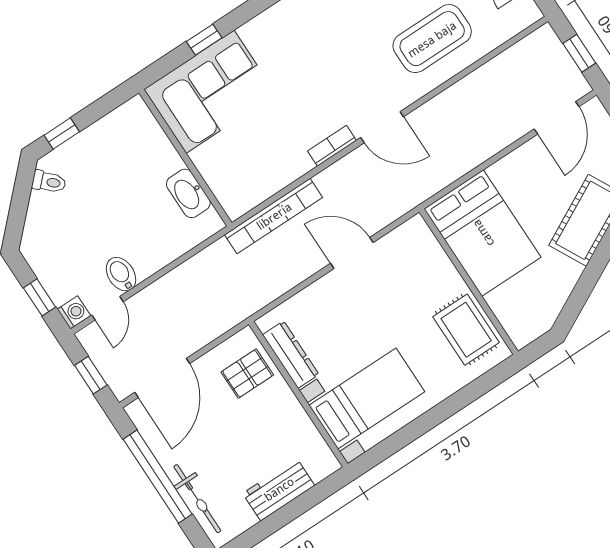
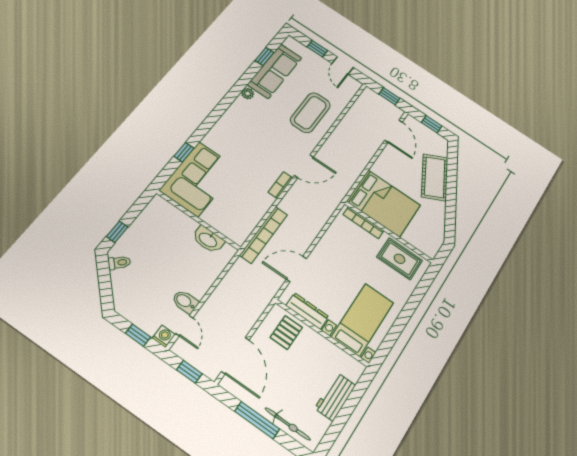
door: (352, 253) -> (296, 269), moved
bookcase: (436, 253) -> (363, 223), added
window: (158, 477) -> (257, 420), width x0.68

